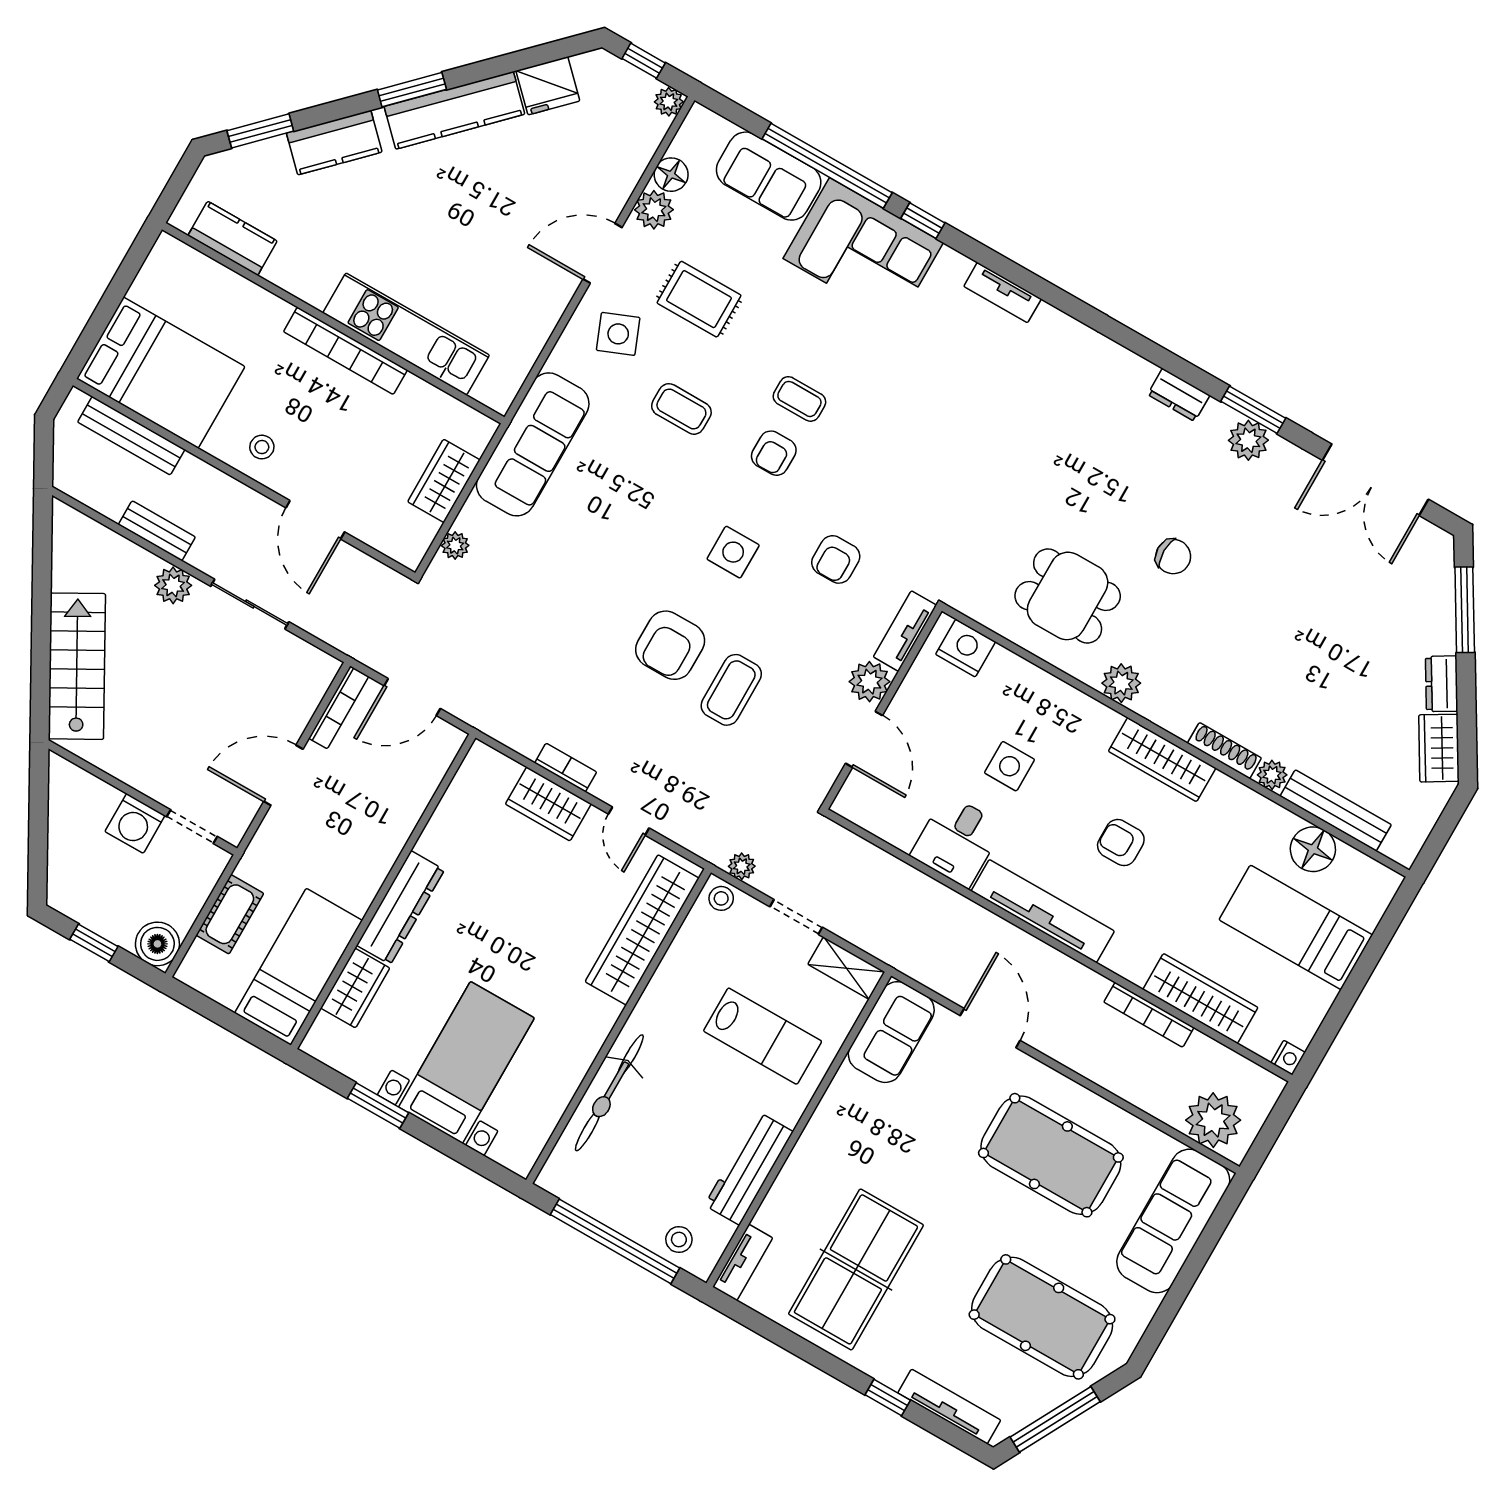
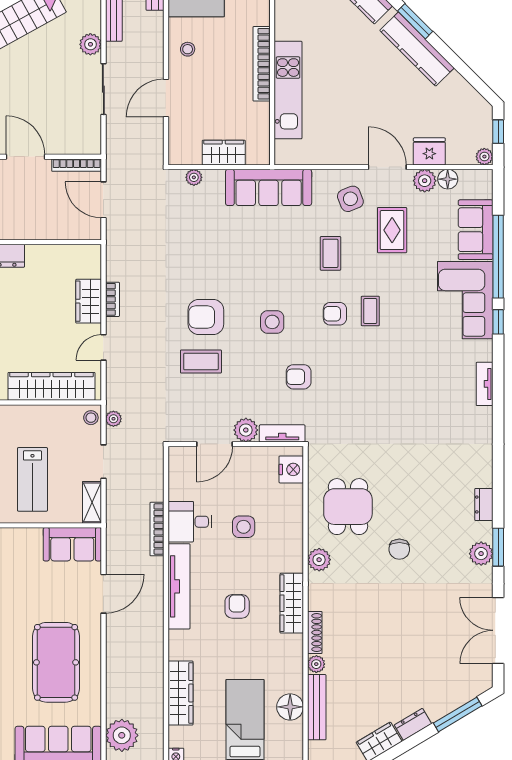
fridge: (548, 86) -> (429, 151), moved, turned 135
bookcase: (1149, 1015) -> (157, 529), moved

